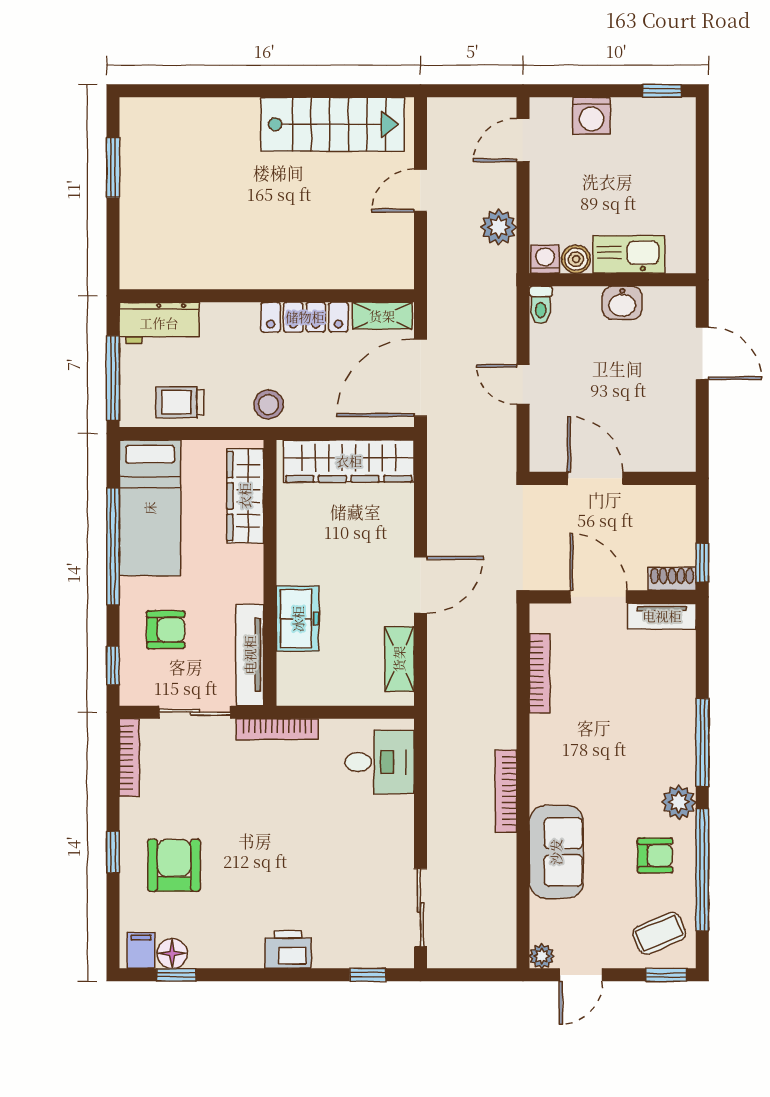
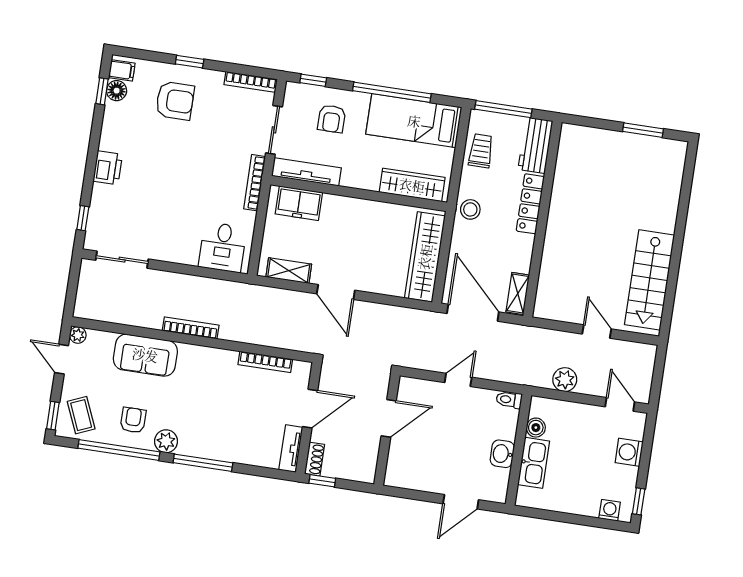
washing machine: (545, 259) -> (610, 510), moved, turned -90
locker: (305, 317) -> (530, 204), moved
freezer: (298, 619) -> (299, 203), moved
armchair: (655, 855) -> (133, 420), turned 180

